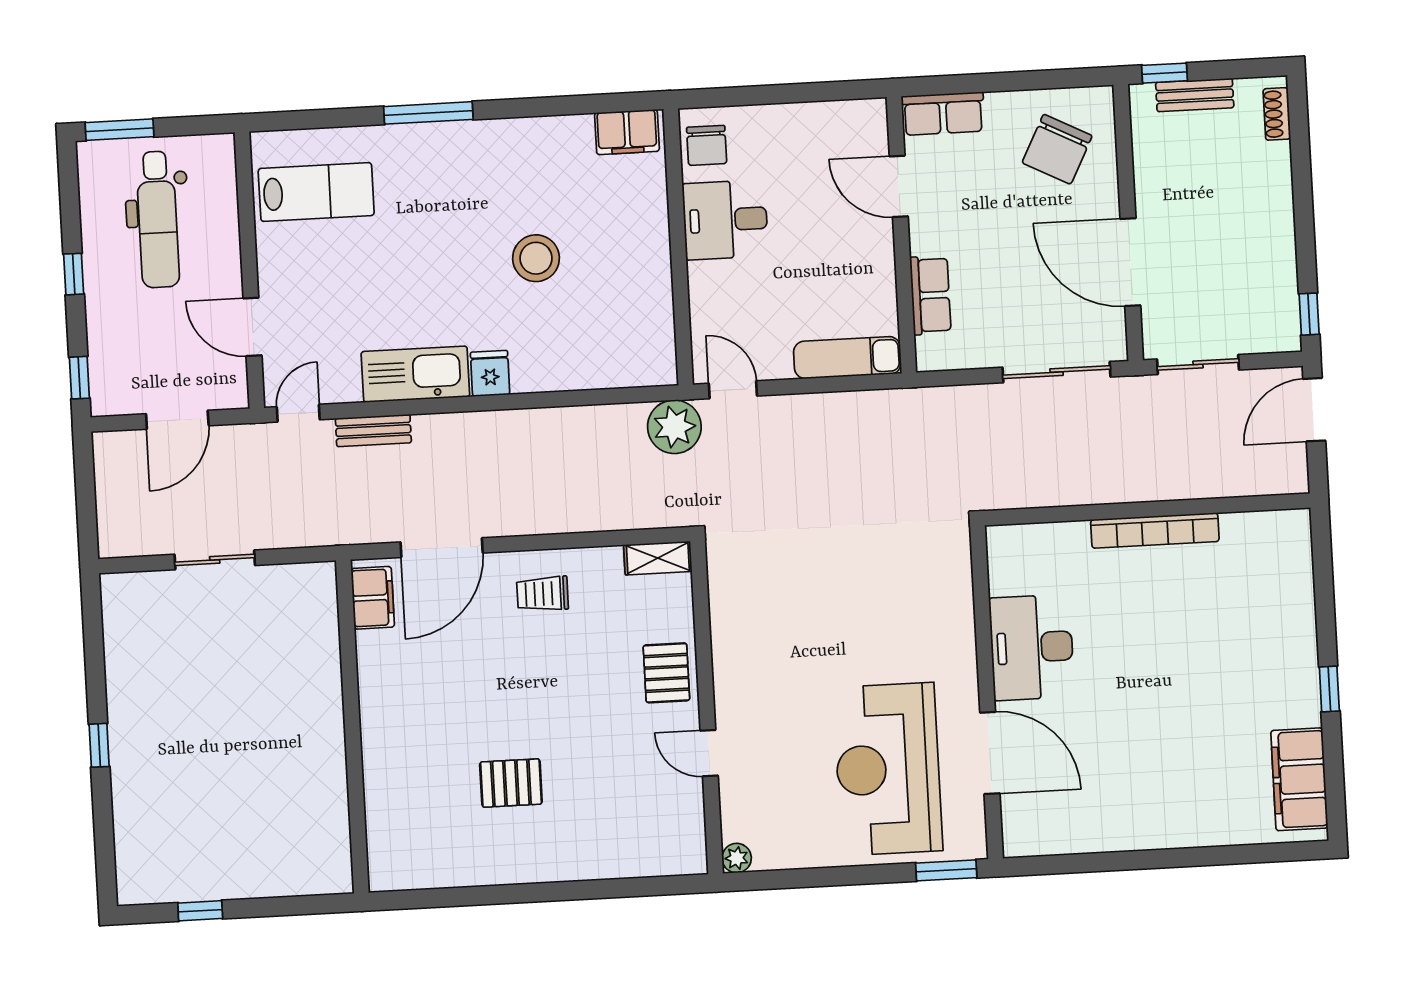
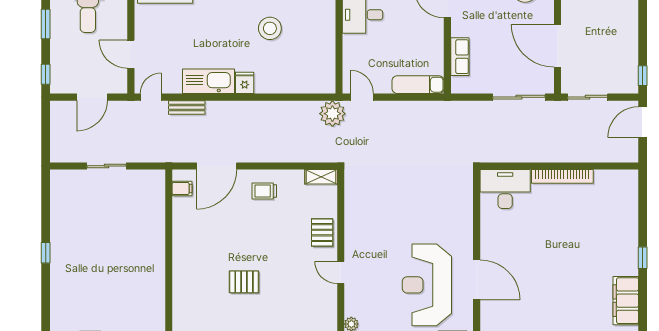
window: (74, 274) -> (46, 24), width x1.50
filing cabinet: (373, 598) -> (182, 188), width x0.50
desk: (1032, 647) -> (505, 189), moved, turned 90

